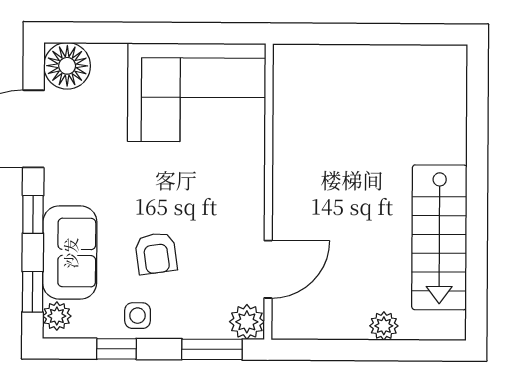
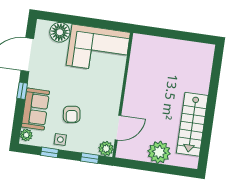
floor lamp: (67, 66) -> (60, 32), moved
window: (33, 292) -> (17, 123), removed
plant: (384, 326) -> (159, 152), width x1.87, depth x1.87
window: (212, 349) -> (90, 158), width x0.67

